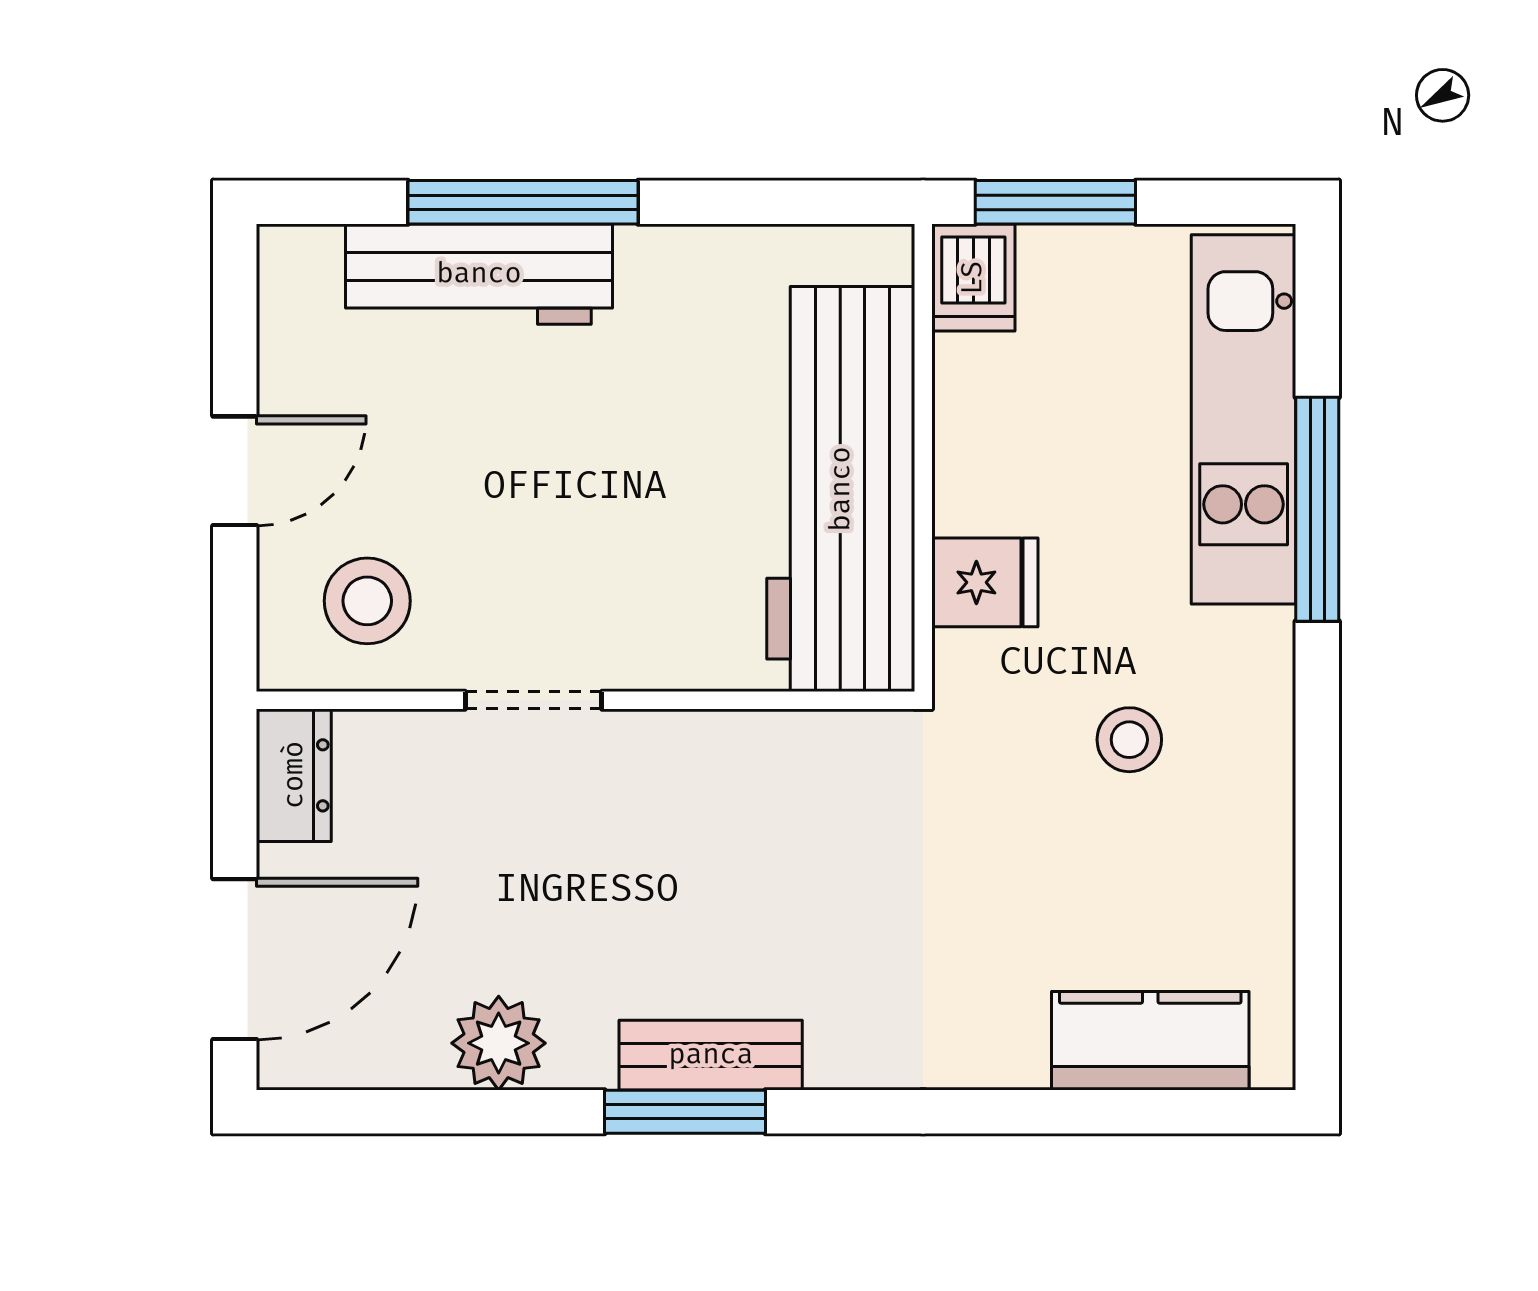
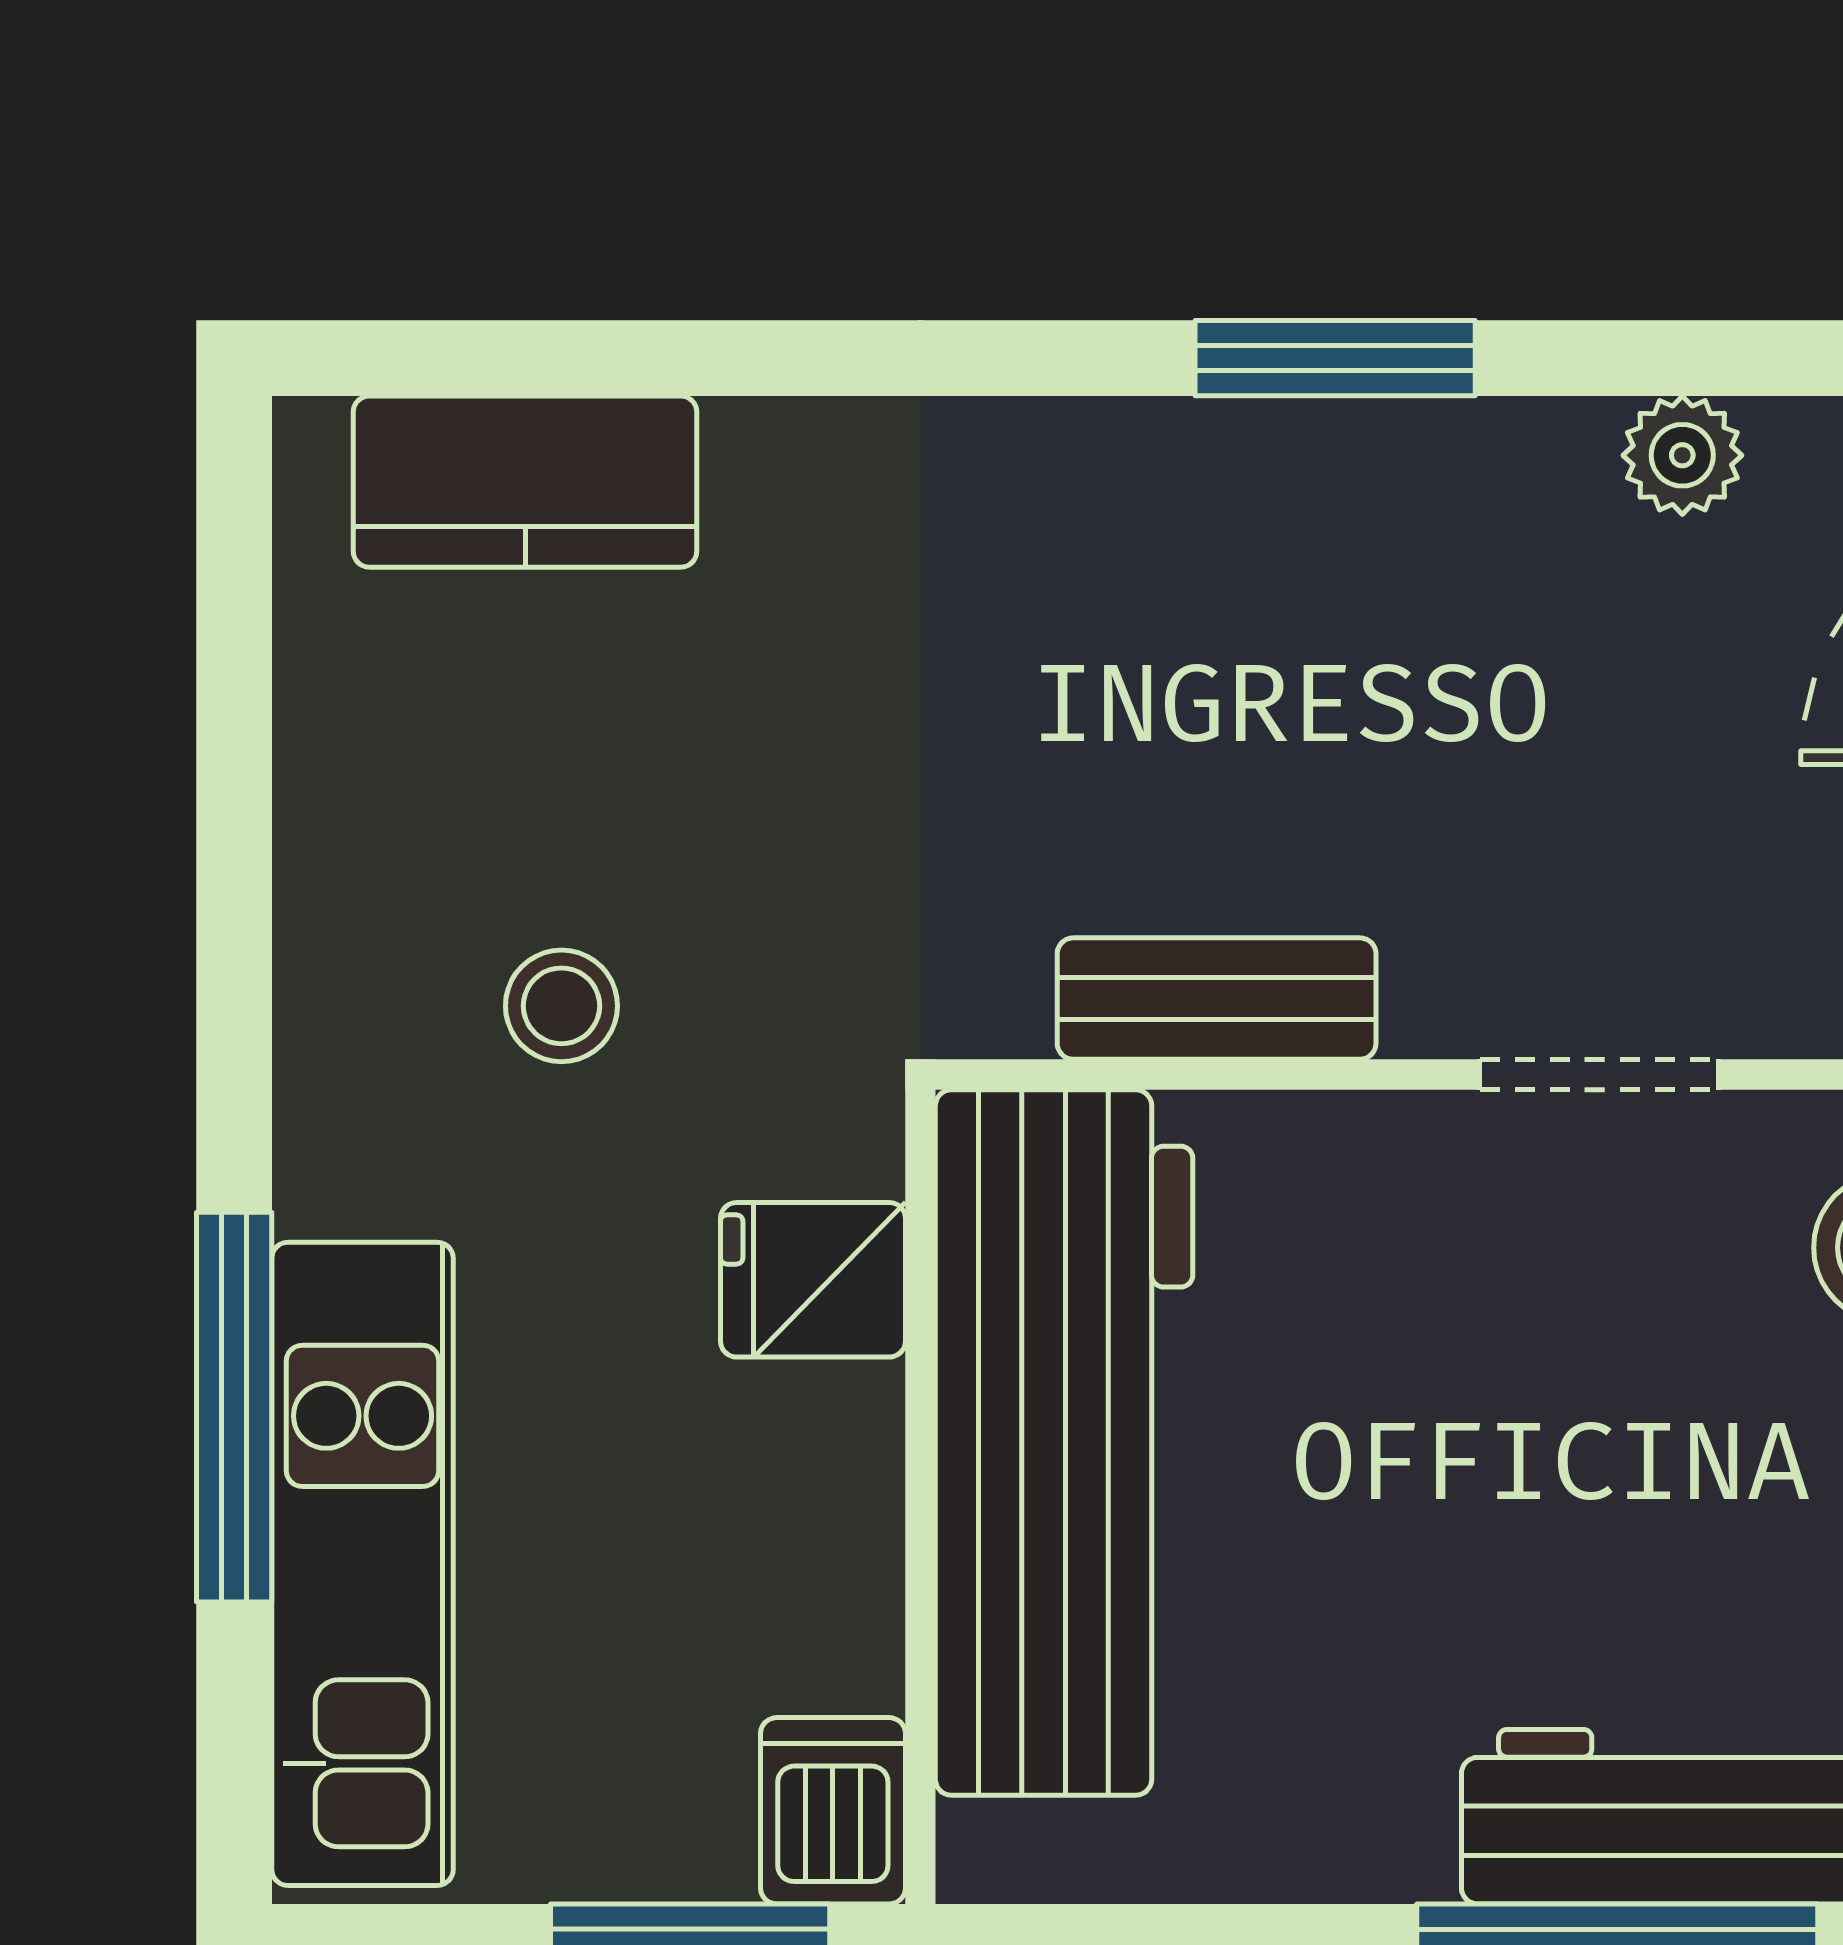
plant: (499, 1043) -> (1682, 455), width x0.73, depth x0.73
bench: (711, 1055) -> (1217, 999), moved

